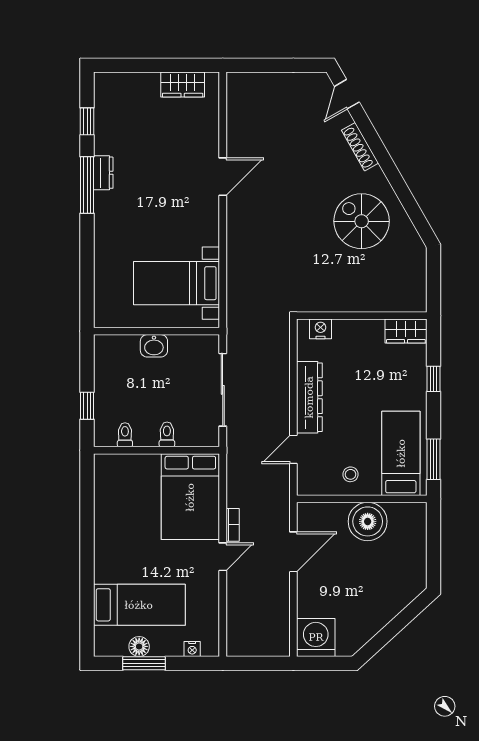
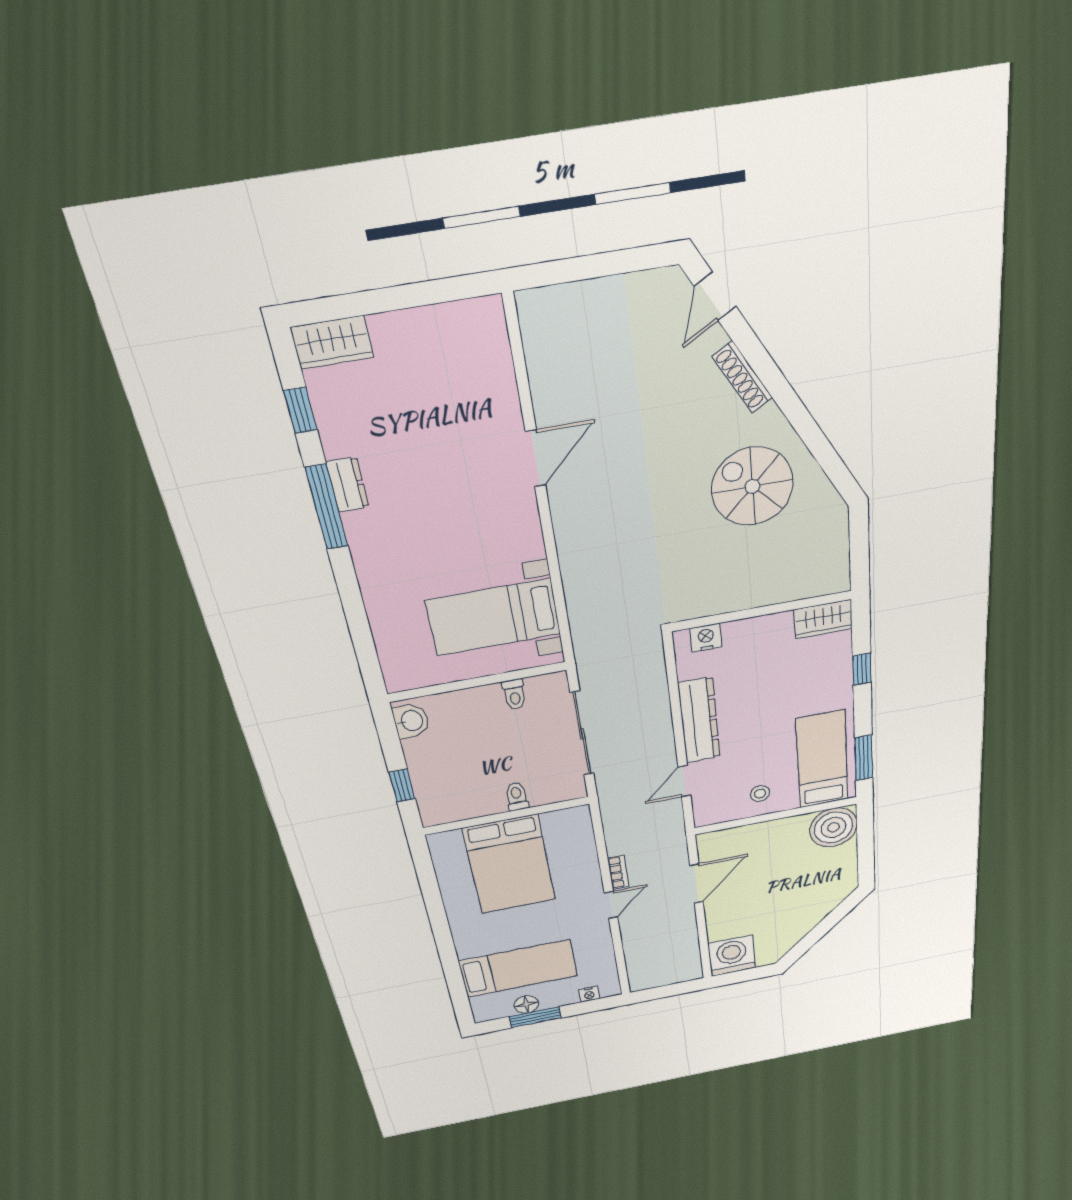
wardrobe: (183, 85) -> (332, 342), moved
washbasin: (154, 346) -> (411, 721), moved, turned -90
toilet: (125, 435) -> (514, 694), moved, turned 180
bed: (190, 497) -> (509, 864), moved
boiler: (368, 521) -> (833, 827), moved

